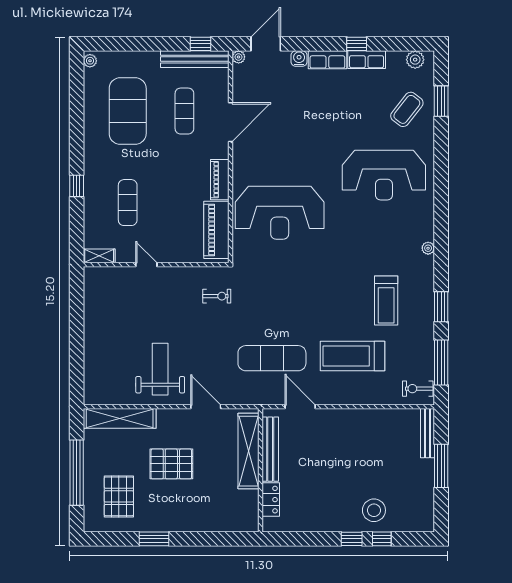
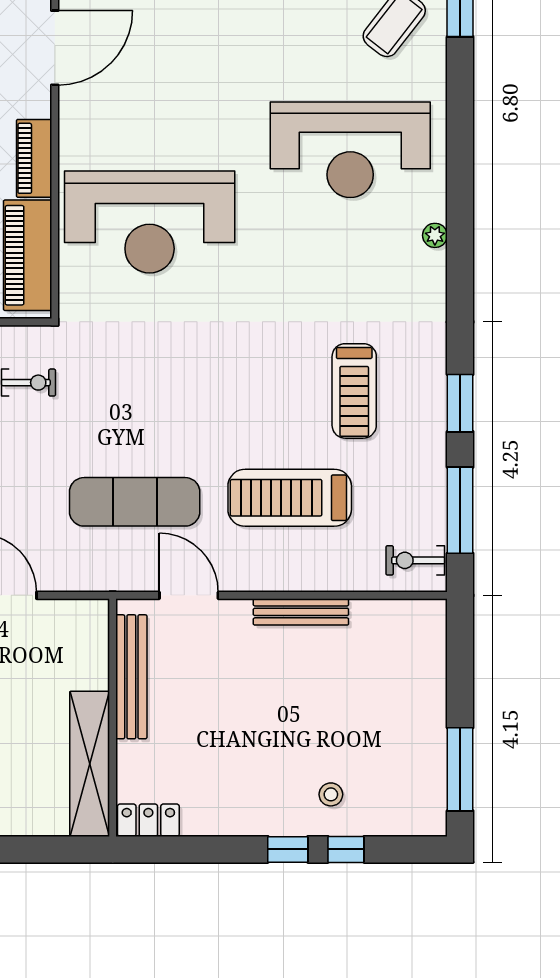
plant: (428, 248) -> (435, 235), moved
bench: (428, 433) -> (301, 612), moved, turned 90
shelving: (249, 451) -> (90, 764), moved
window: (441, 466) -> (460, 769), moved
locker: (271, 500) -> (148, 820), moved, turned -90
stool: (374, 510) -> (331, 794), width x0.53, depth x0.53

